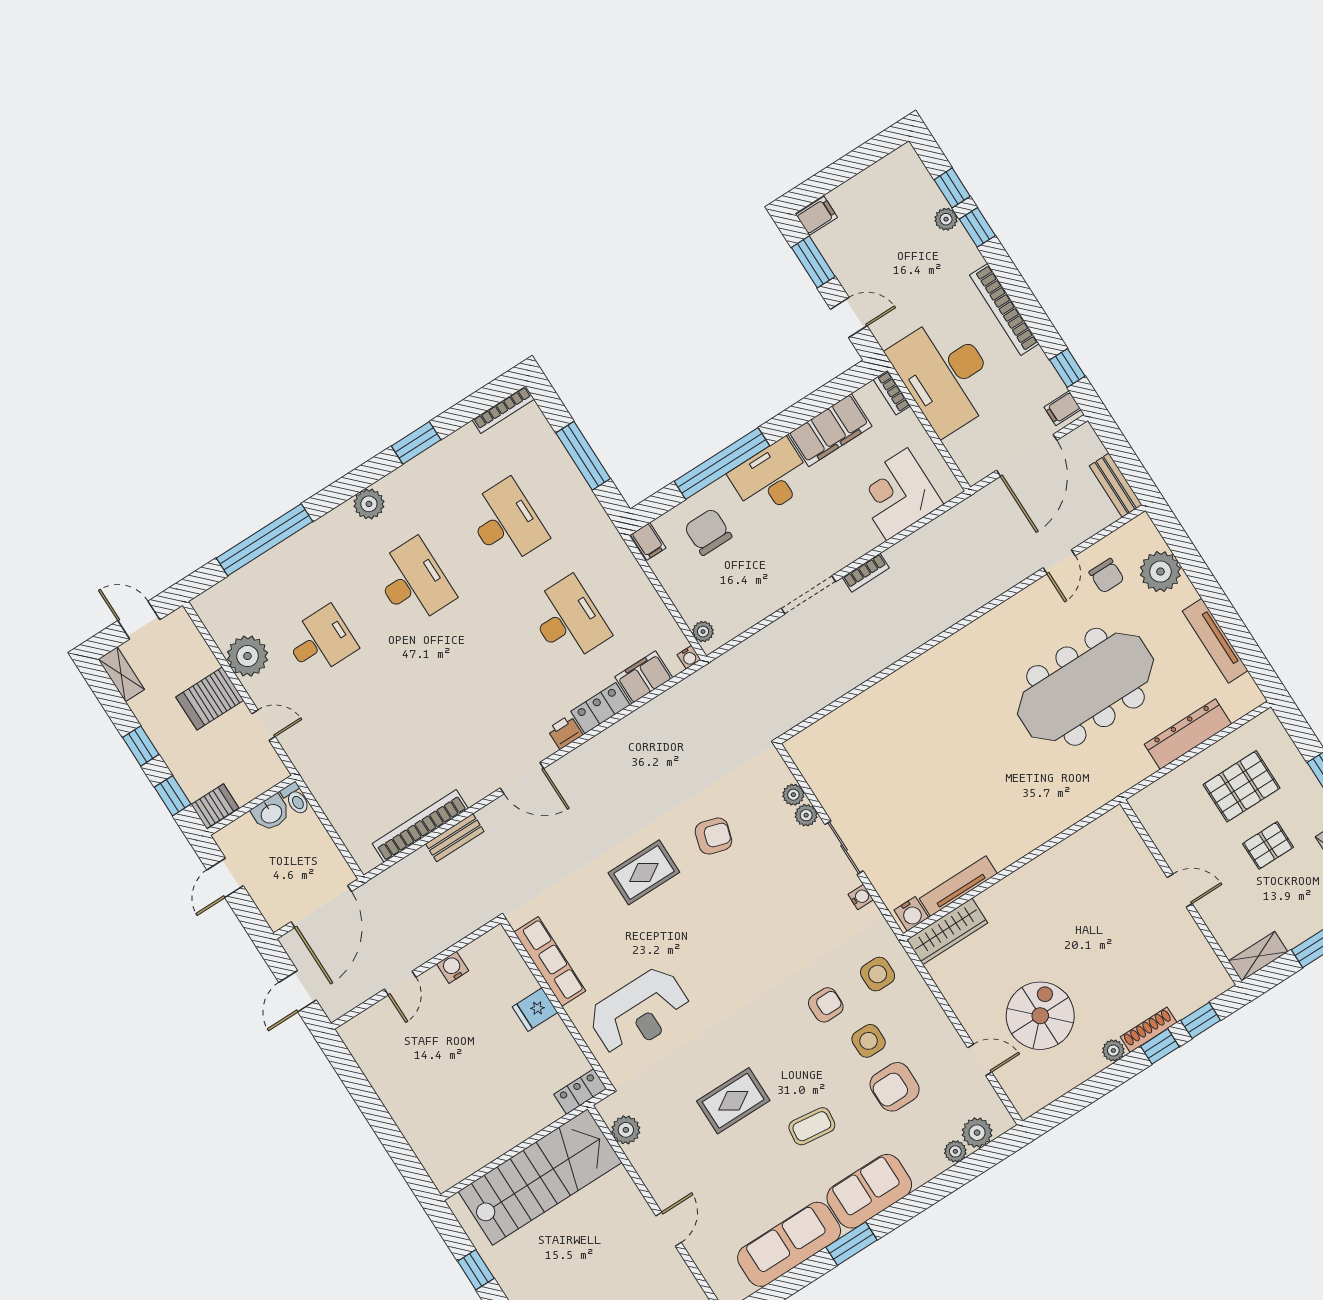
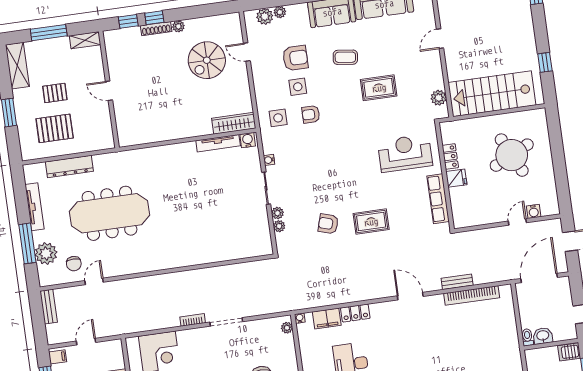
door: (1027, 455) -> (86, 342), width x0.53
window: (1199, 574) -> (27, 243), added
chair: (1107, 576) -> (74, 264), turned 180
printer: (565, 732) -> (378, 309), removed
water cooler: (453, 967) -> (534, 211), moved
round table: (460, 1090) -> (512, 155), added
locker: (580, 1091) -> (450, 157), moved, turned -90

